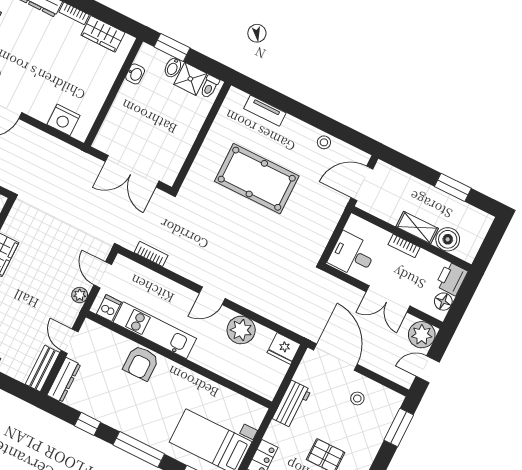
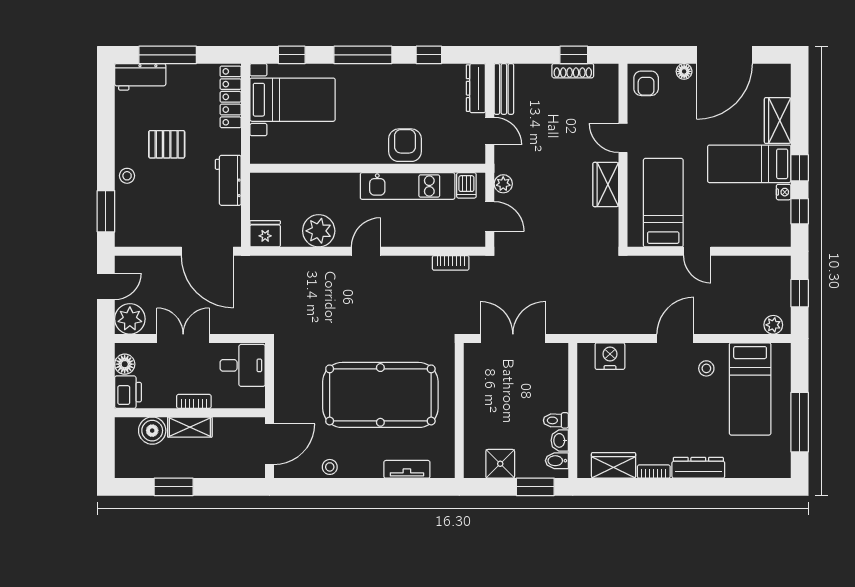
bidet: (173, 67) -> (557, 461), moved, turned -90
toilet: (209, 87) -> (556, 420), moved, turned -90
pool table: (257, 179) -> (380, 395), width x1.36, depth x1.32
stool: (357, 398) -> (127, 176), moved

